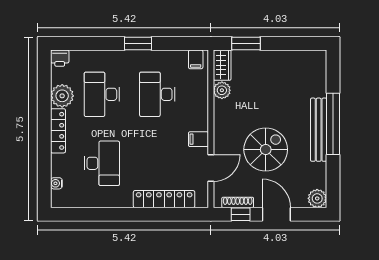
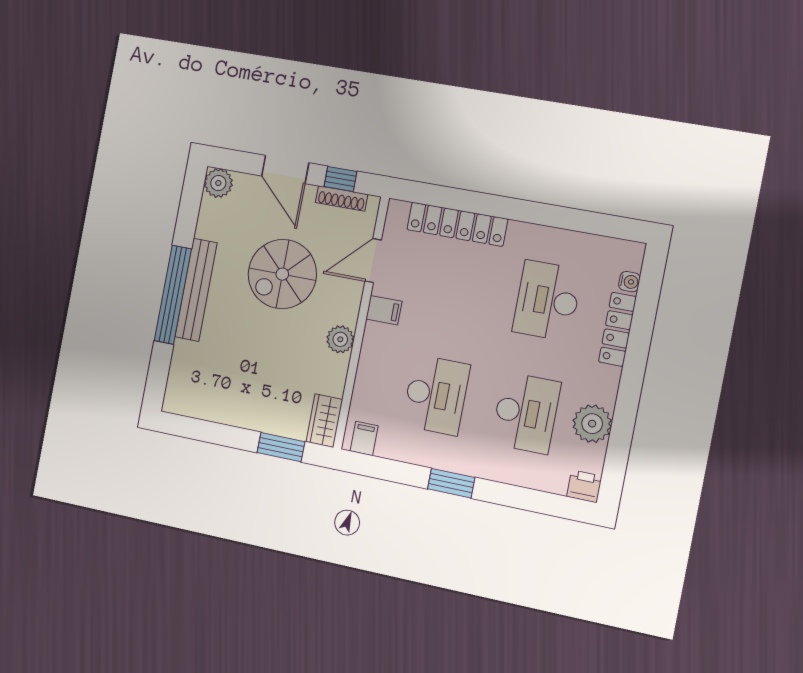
plant: (222, 90) -> (340, 339), moved
locker: (58, 131) -> (617, 329), moved

